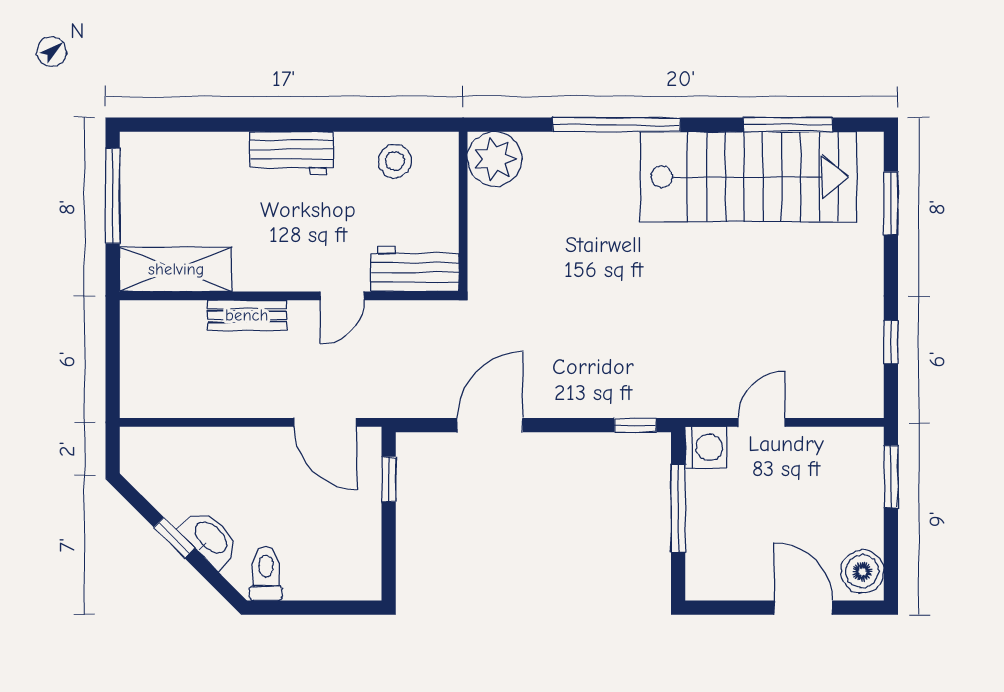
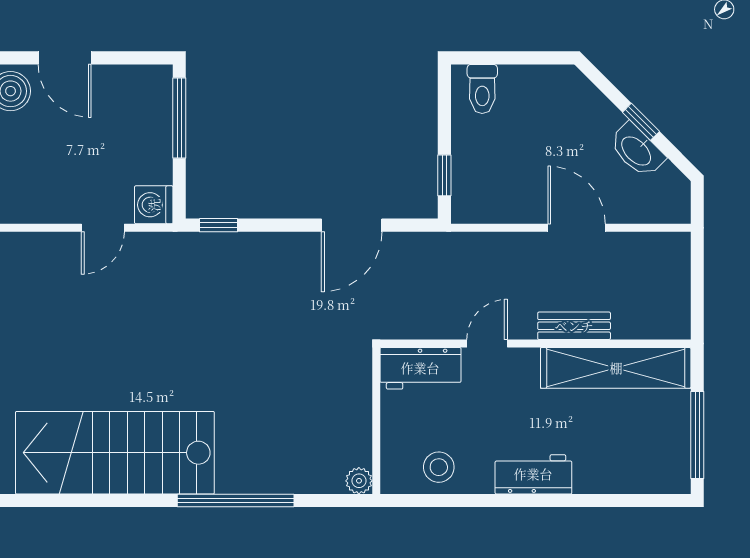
window: (788, 125) -> (78, 501), removed
plant: (495, 159) -> (359, 481), width x0.53, depth x0.53
shelving: (176, 269) -> (616, 368), width x1.47
door: (325, 422) -> (577, 228), moved
window: (678, 508) -> (179, 118), moved
washbasin: (210, 538) -> (637, 150), moved
toilet: (266, 574) -> (482, 89), moved

